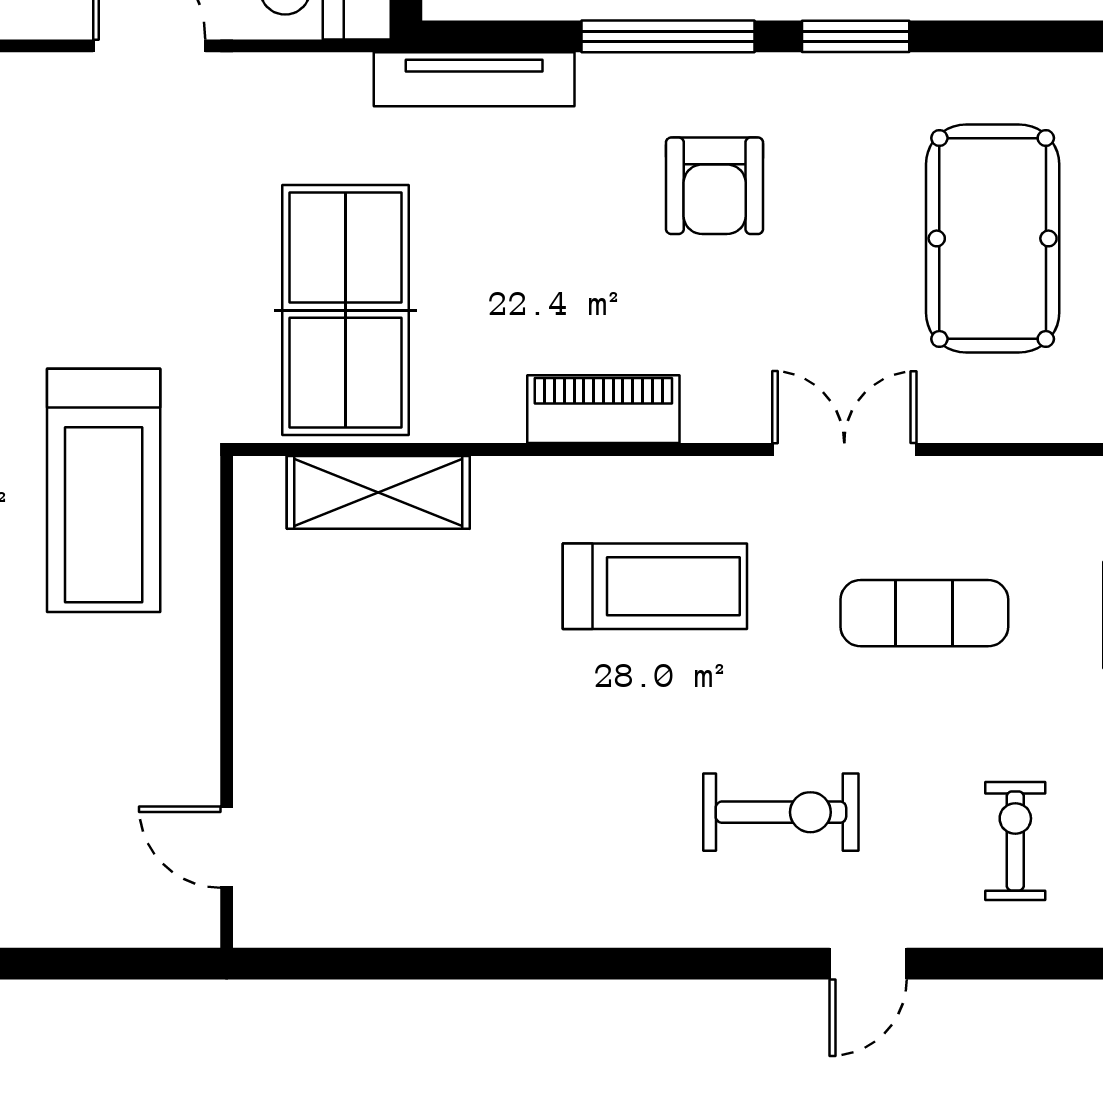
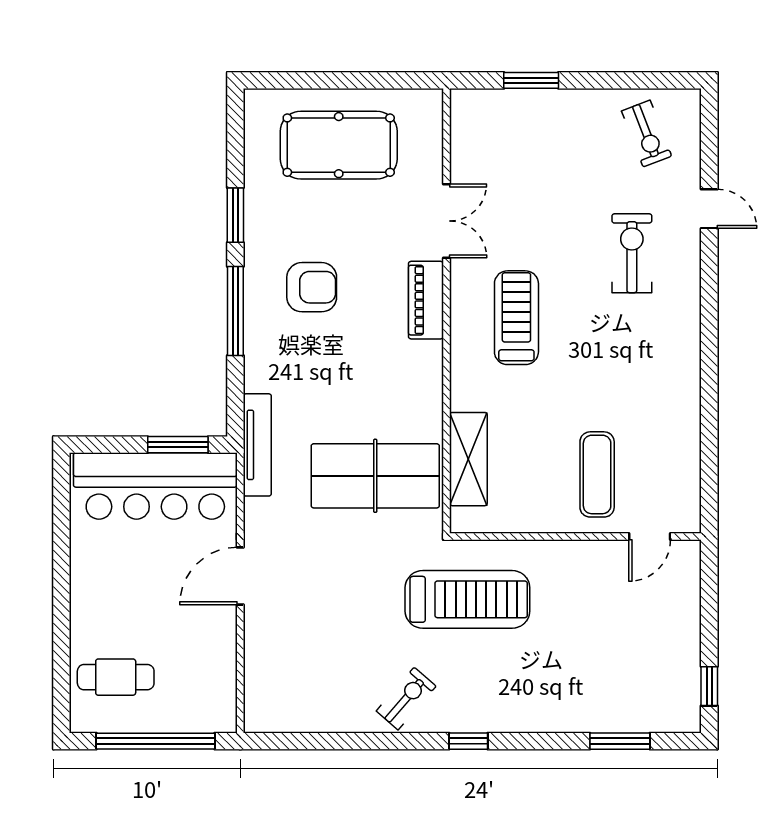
tv unit: (474, 79) -> (257, 445), moved
piano: (603, 409) -> (426, 300), moved
double door: (844, 450) -> (447, 221), swing flipped
exercise mat: (924, 613) -> (597, 474), moved
exercise bike: (1015, 841) -> (647, 133), turned -111

